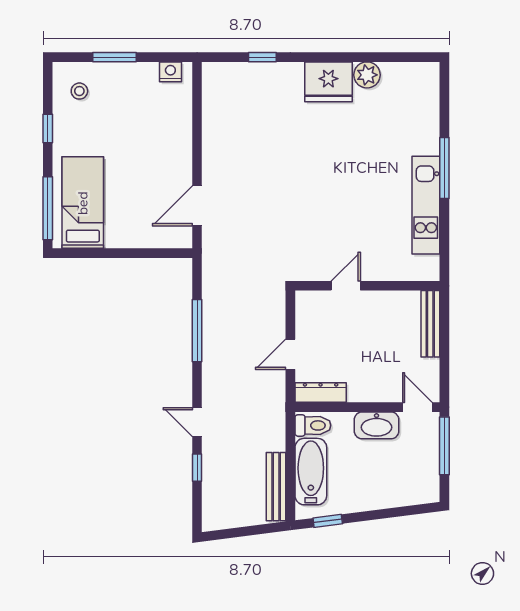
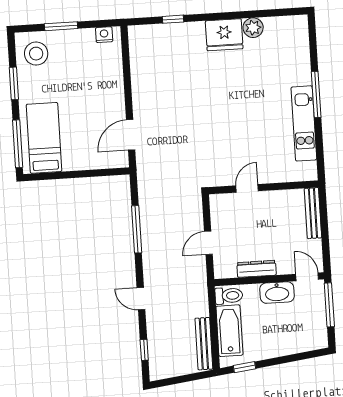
stool: (79, 91) -> (36, 54), width x1.89, depth x1.89
window: (48, 128) -> (14, 83), width x1.50
dresser: (321, 392) -> (257, 269), moved
window: (197, 468) -> (144, 350), moved

